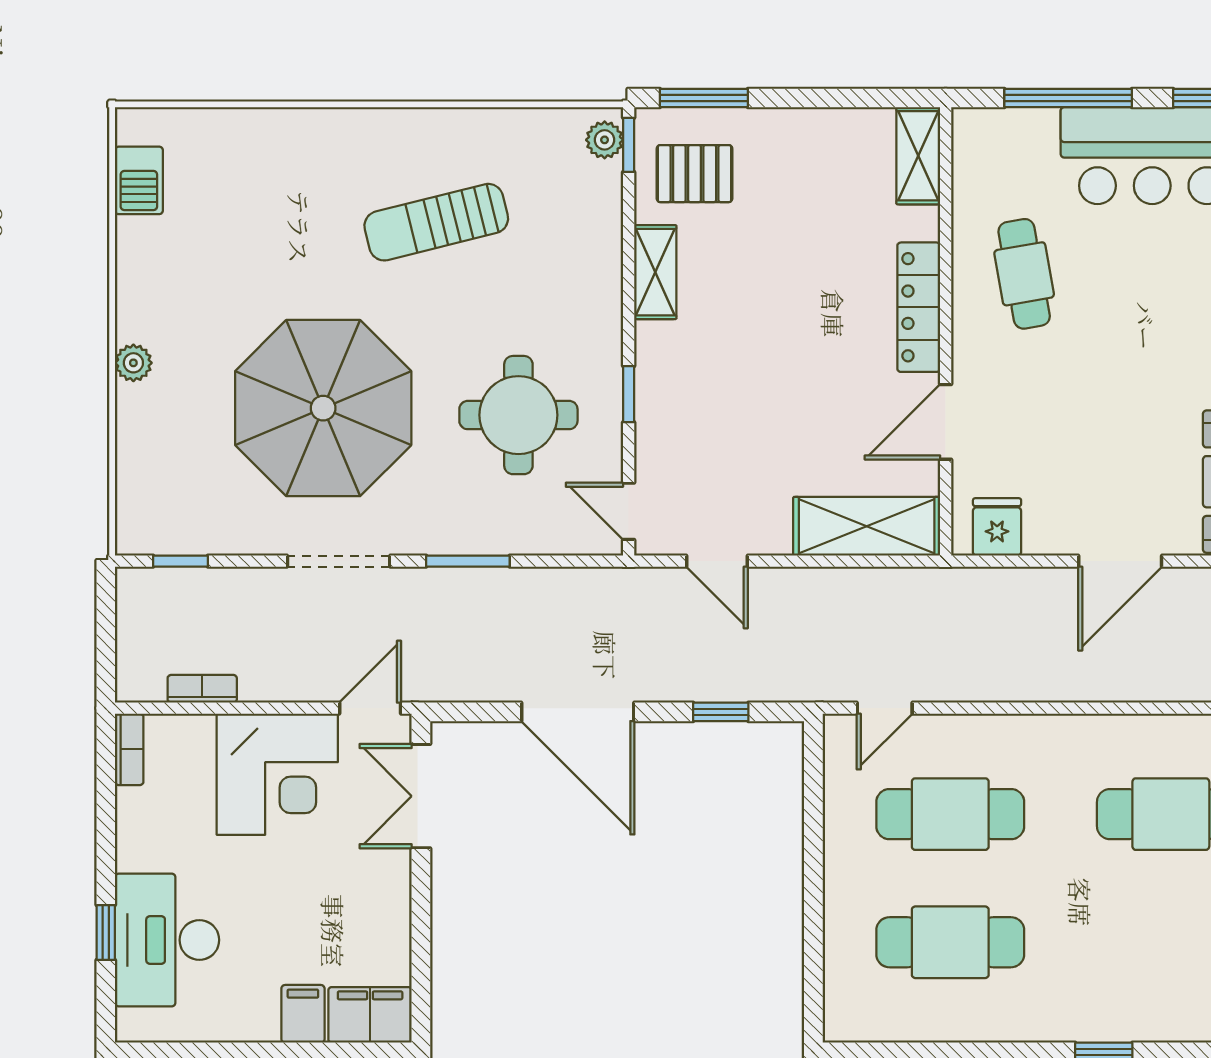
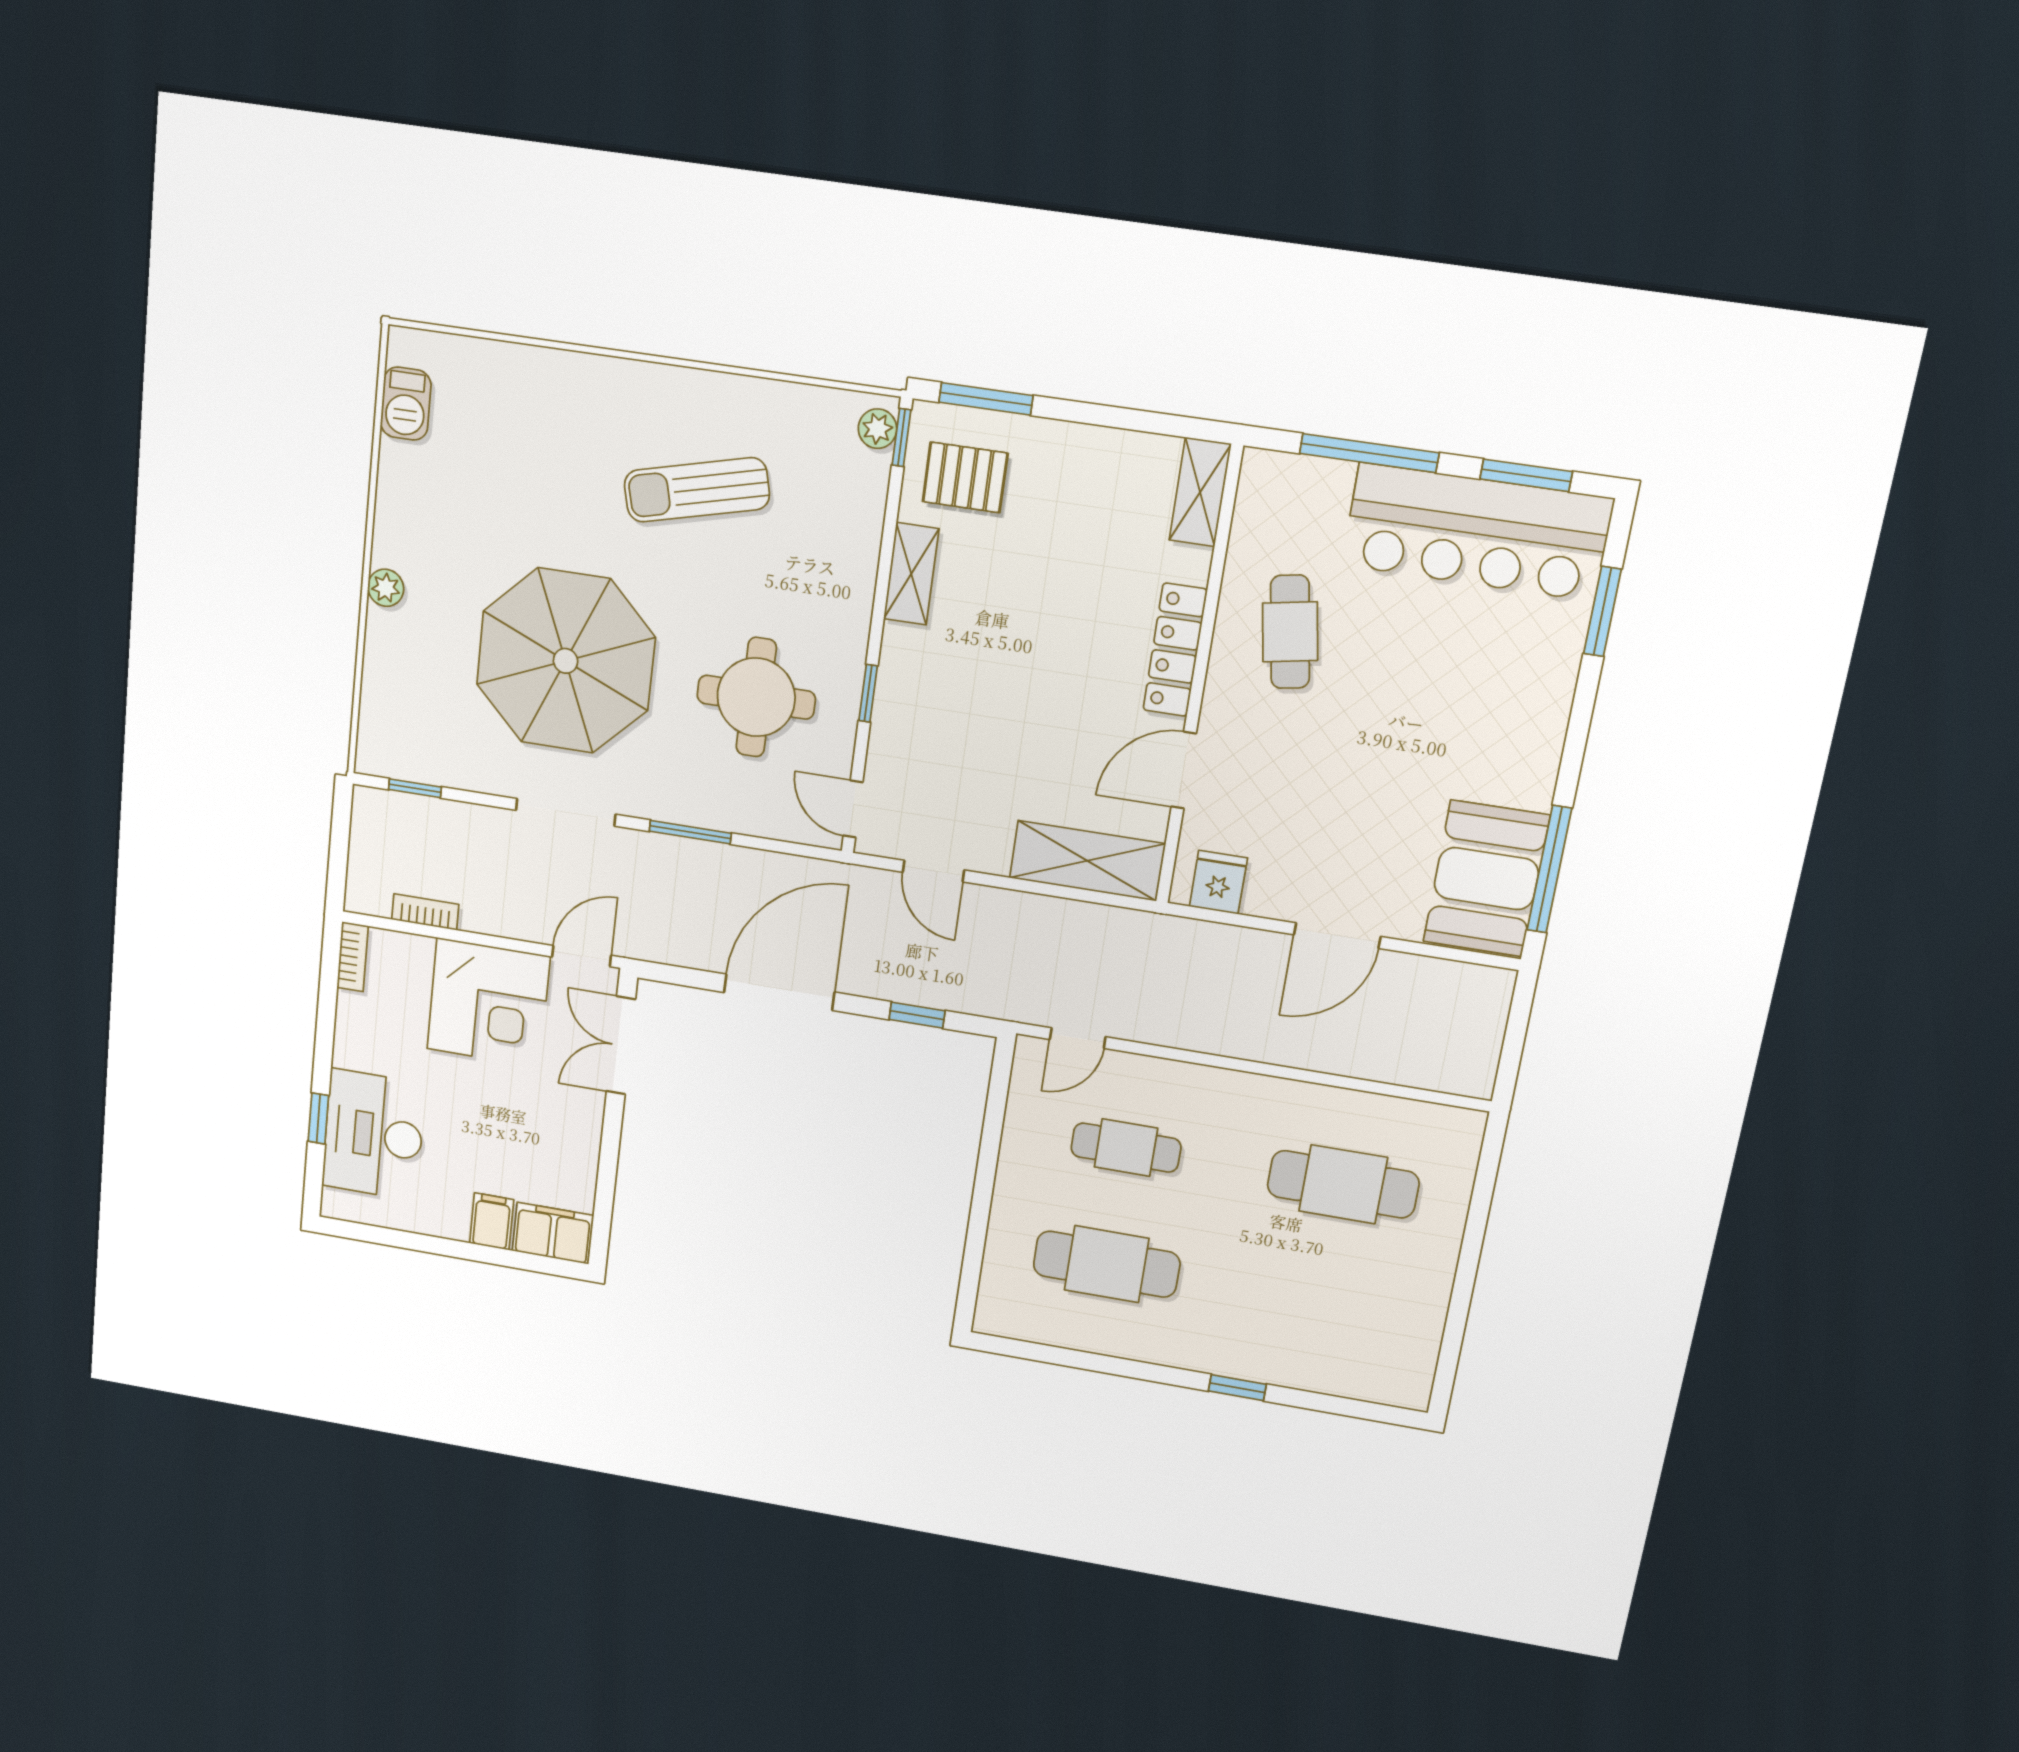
door: (578, 712) -> (779, 992), swing flipped
cafe table: (950, 814) -> (1126, 1148), width x0.73, depth x0.74

